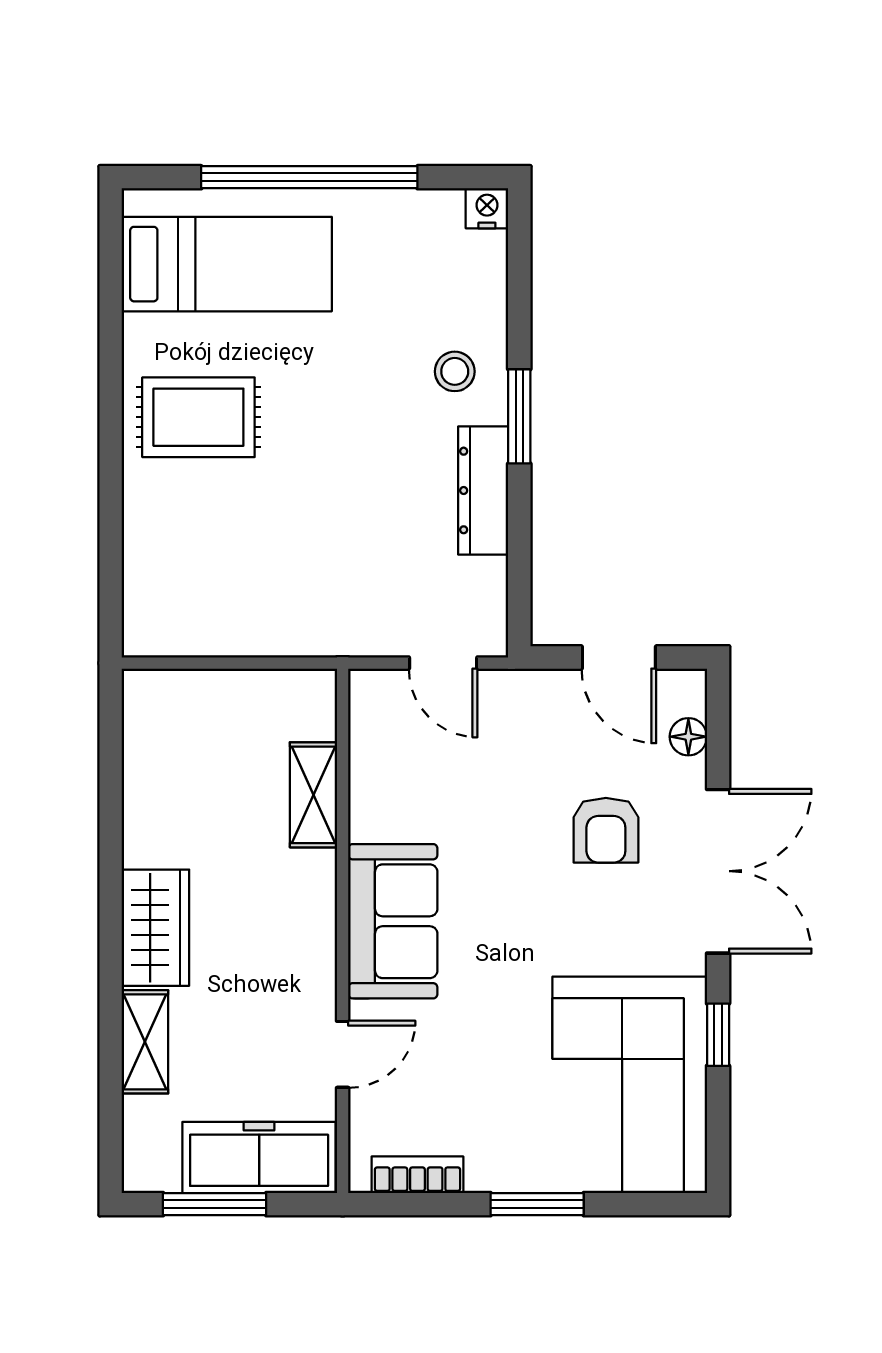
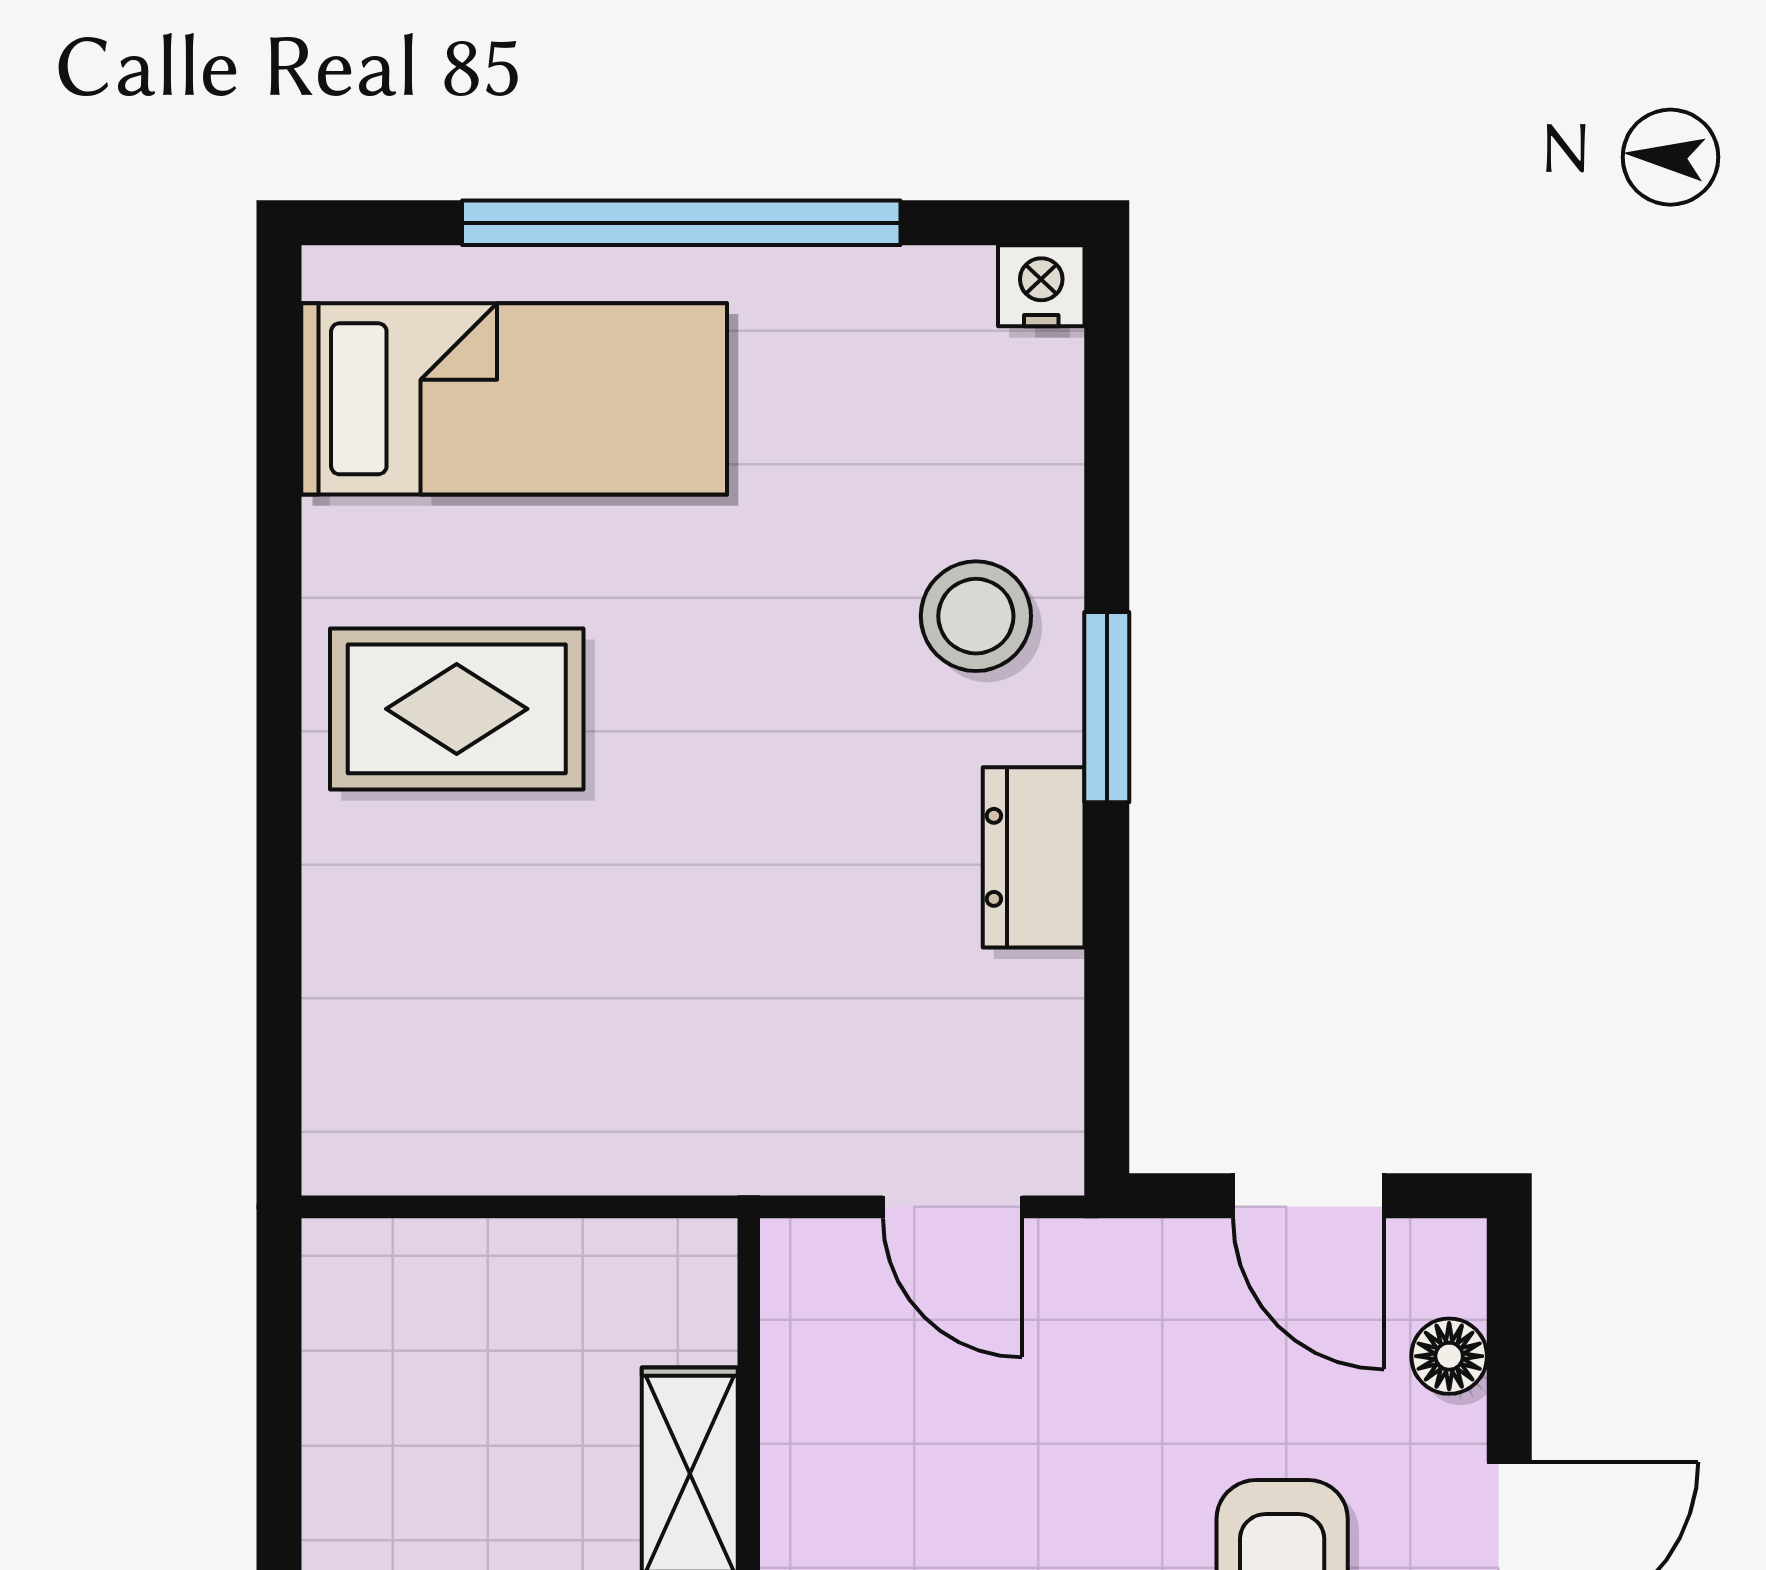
stool: (455, 371) -> (976, 616), width x1.37, depth x1.37
dresser: (483, 490) -> (1034, 857), width x0.70

